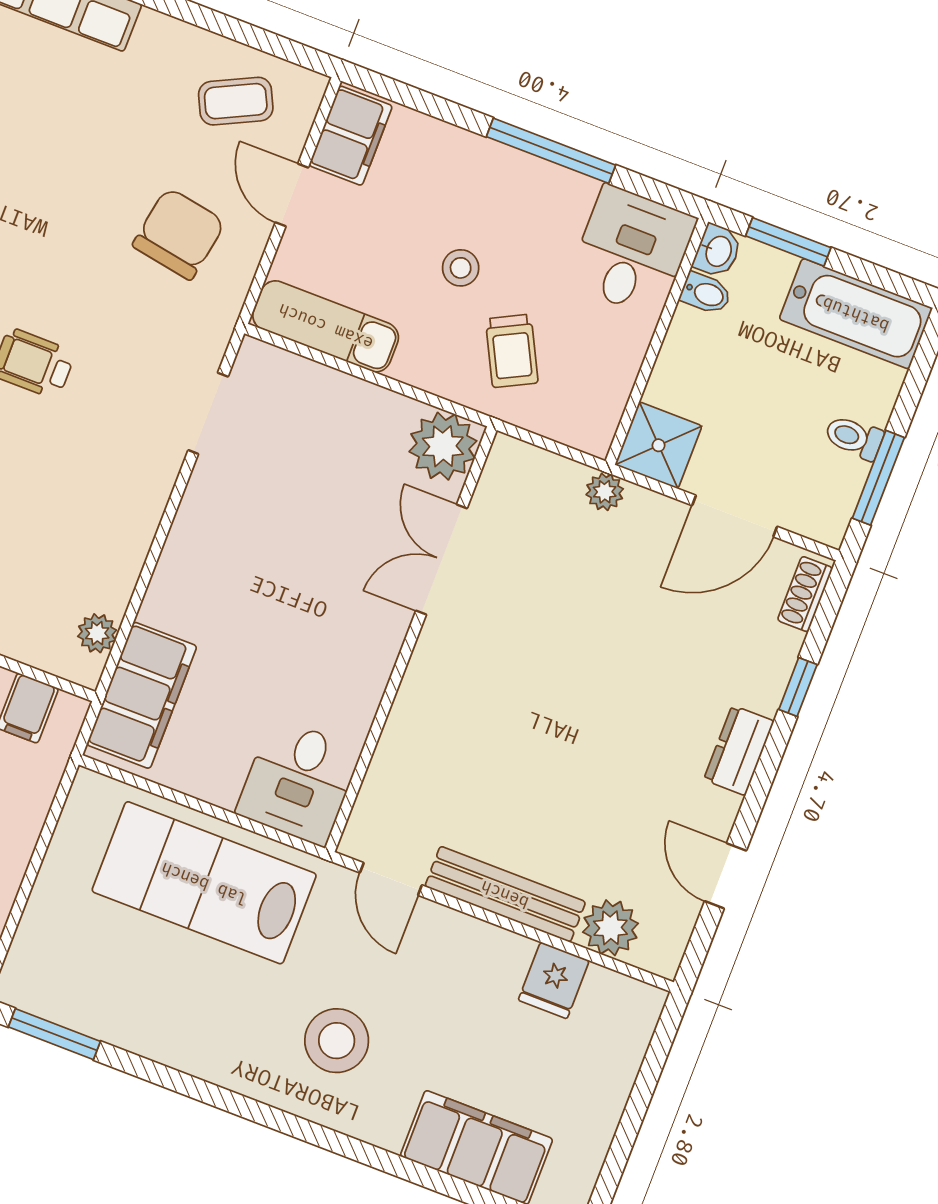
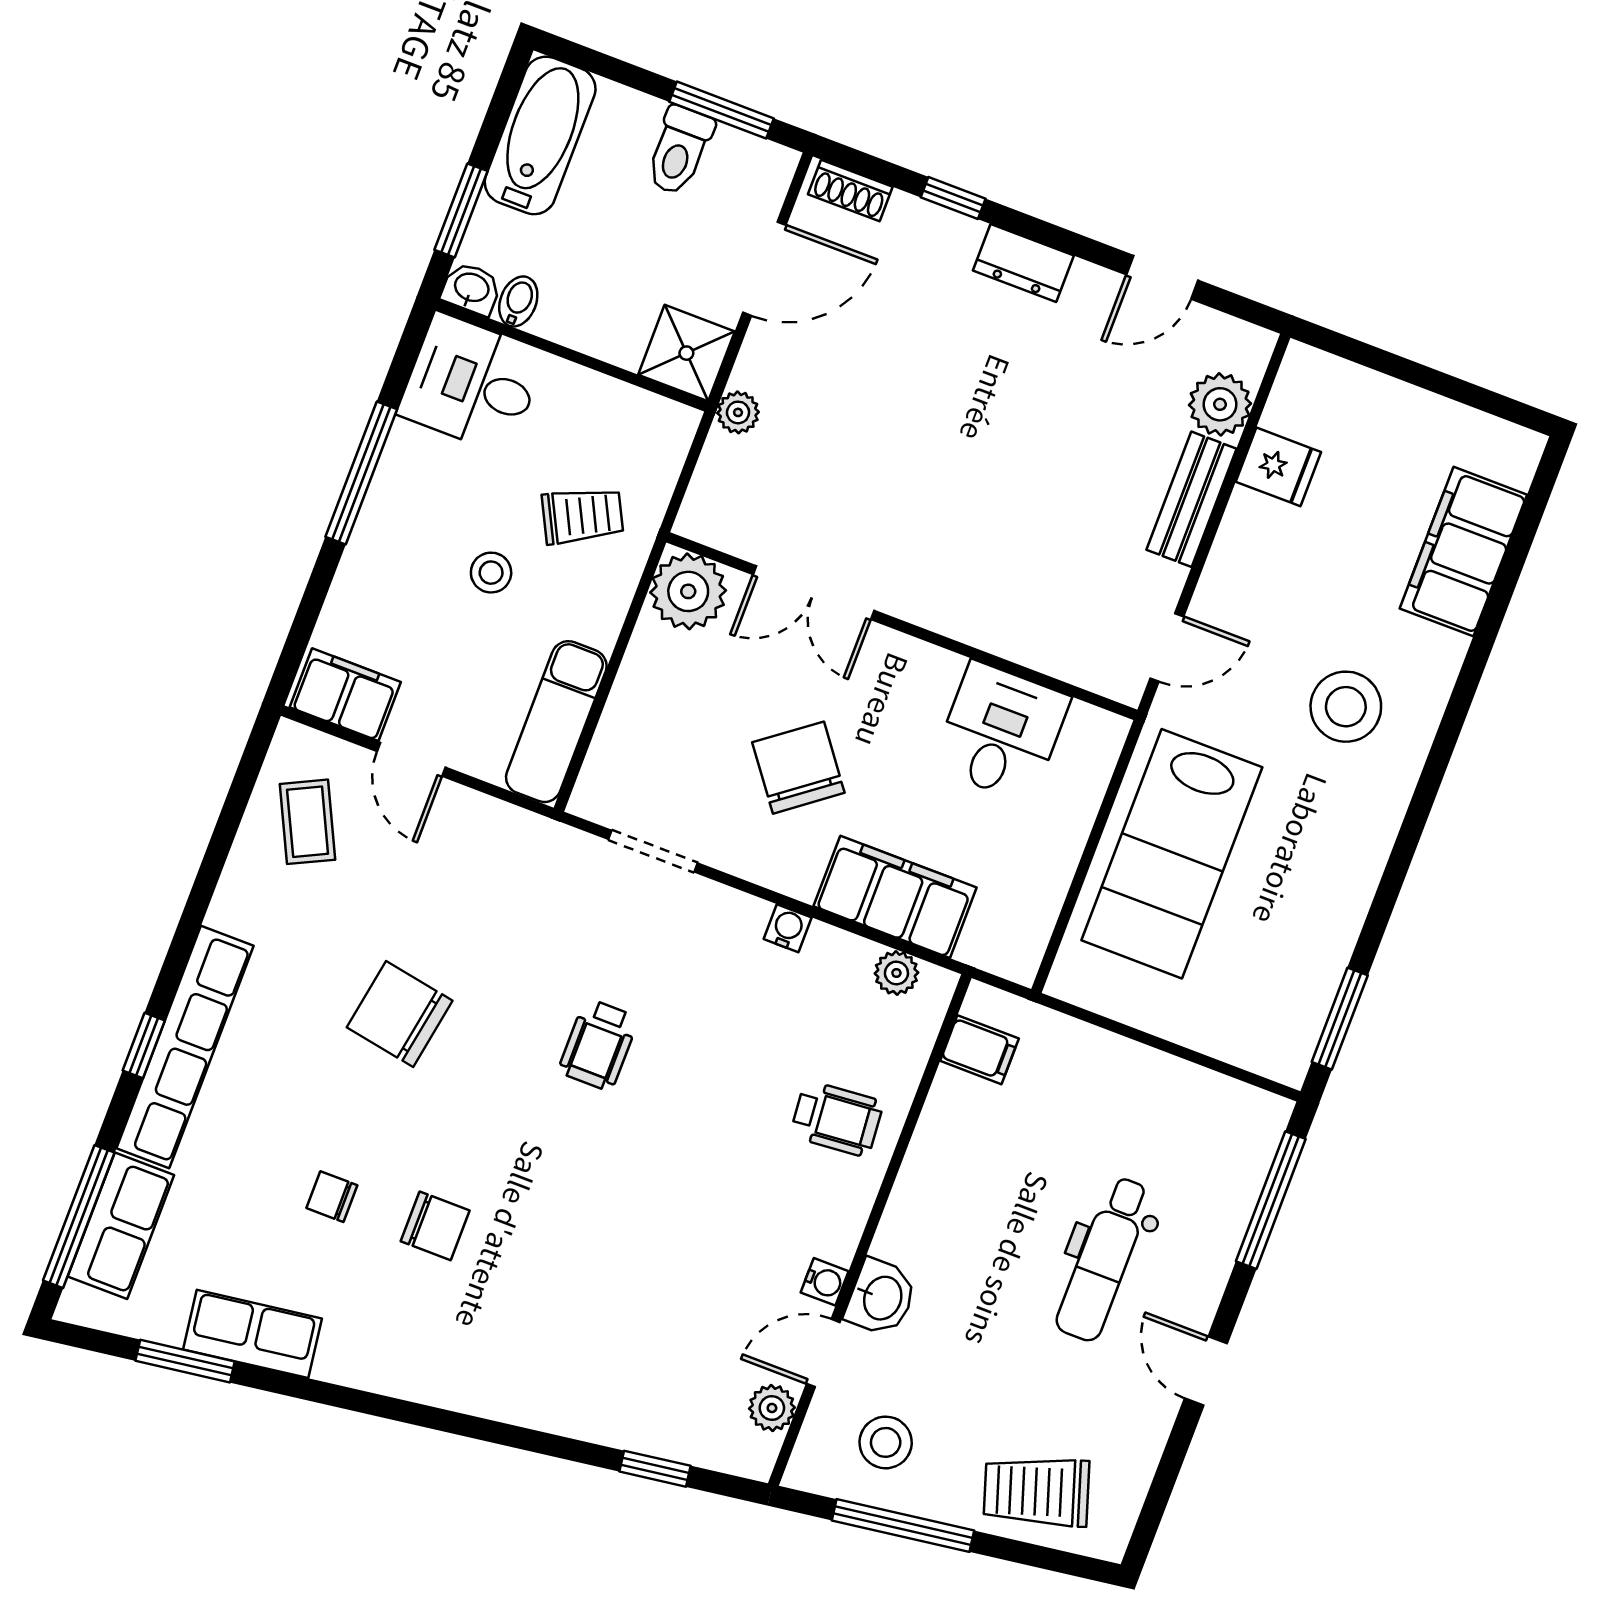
door: (292, 195) -> (411, 759), hinge flipped
chair: (179, 234) -> (400, 1014), moved
toilet: (854, 437) -> (679, 151), width x1.37, depth x1.39
door: (735, 516) -> (764, 269), hinge flipped
water cooler: (138, 535) -> (788, 928), added
chair: (283, 545) -> (798, 768), added
filing cabinet: (142, 695) -> (895, 897), moved
desk: (298, 782) -> (1001, 732), moved, turned -90
bench: (505, 894) -> (1191, 499), width x0.73

